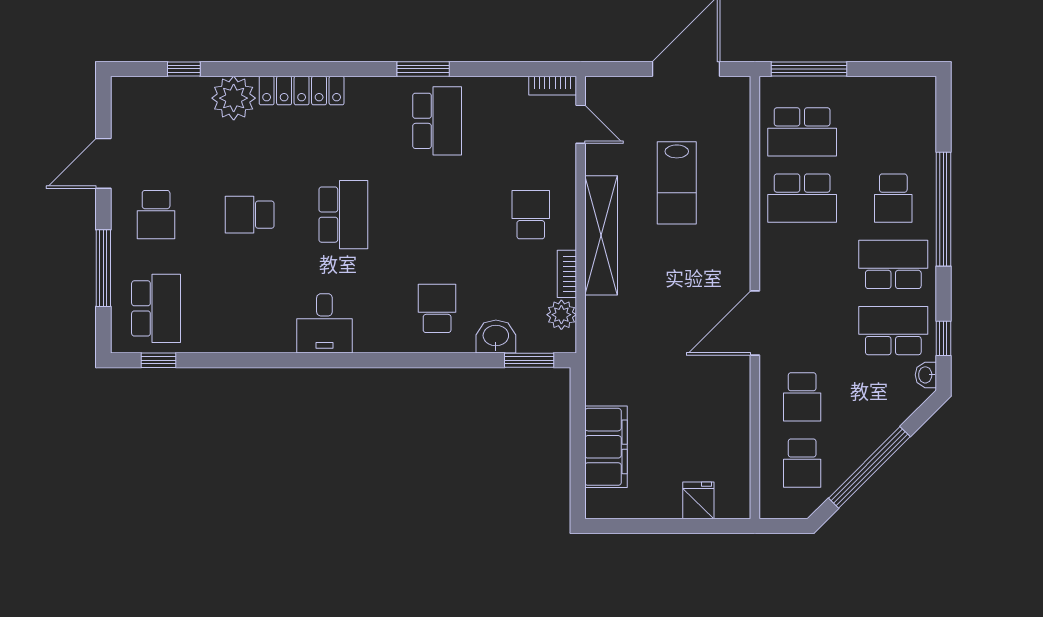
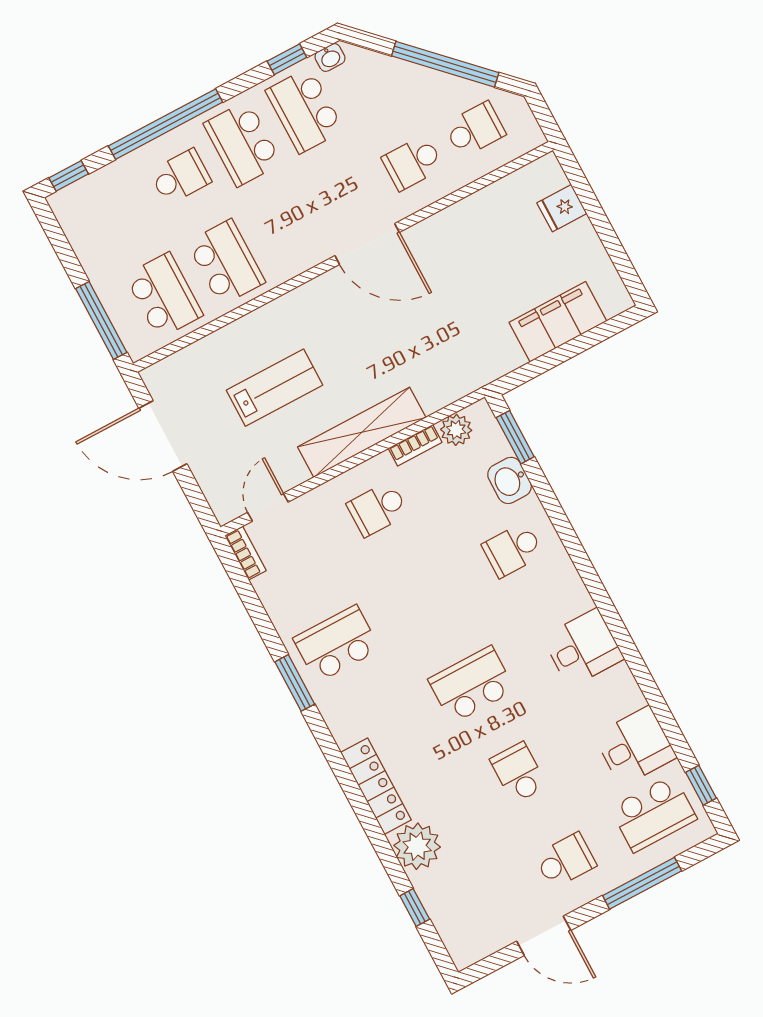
window: (943, 106) -> (69, 176), added
school desk: (250, 215) -> (518, 773), turned 180
school desk: (156, 308) -> (653, 814), turned 180
desk: (220, 323) -> (635, 746), added
school desk: (802, 397) -> (413, 163), turned 180

